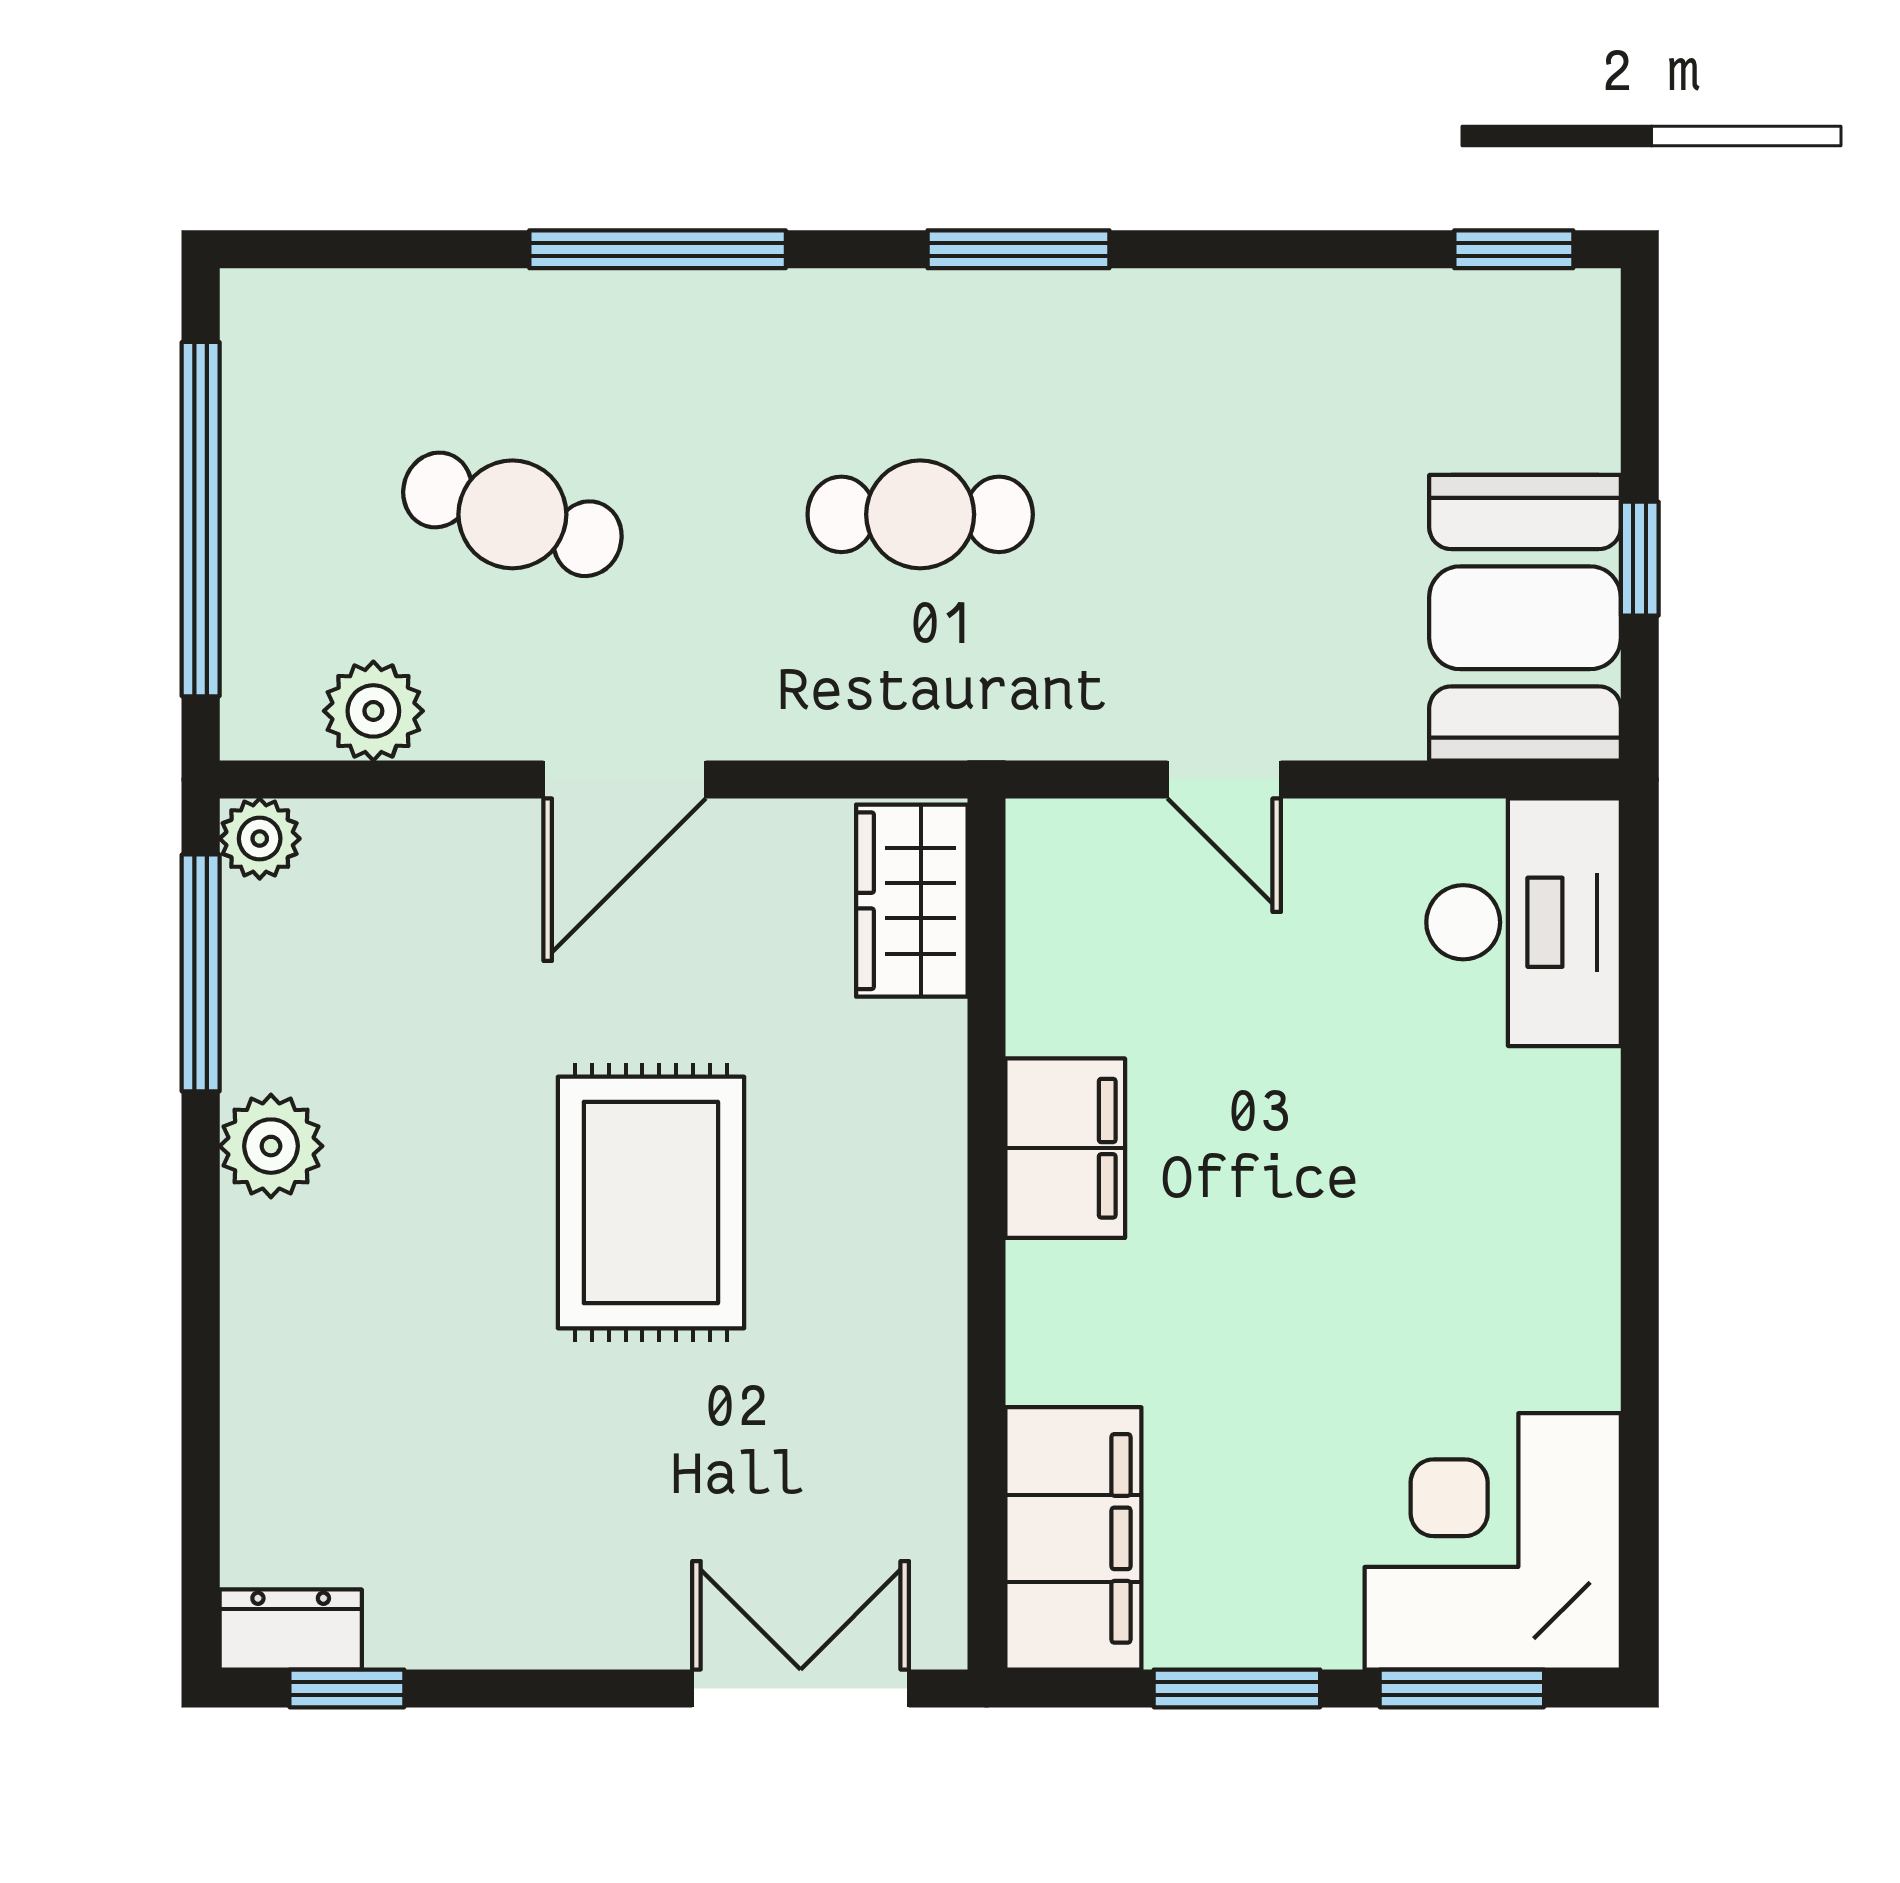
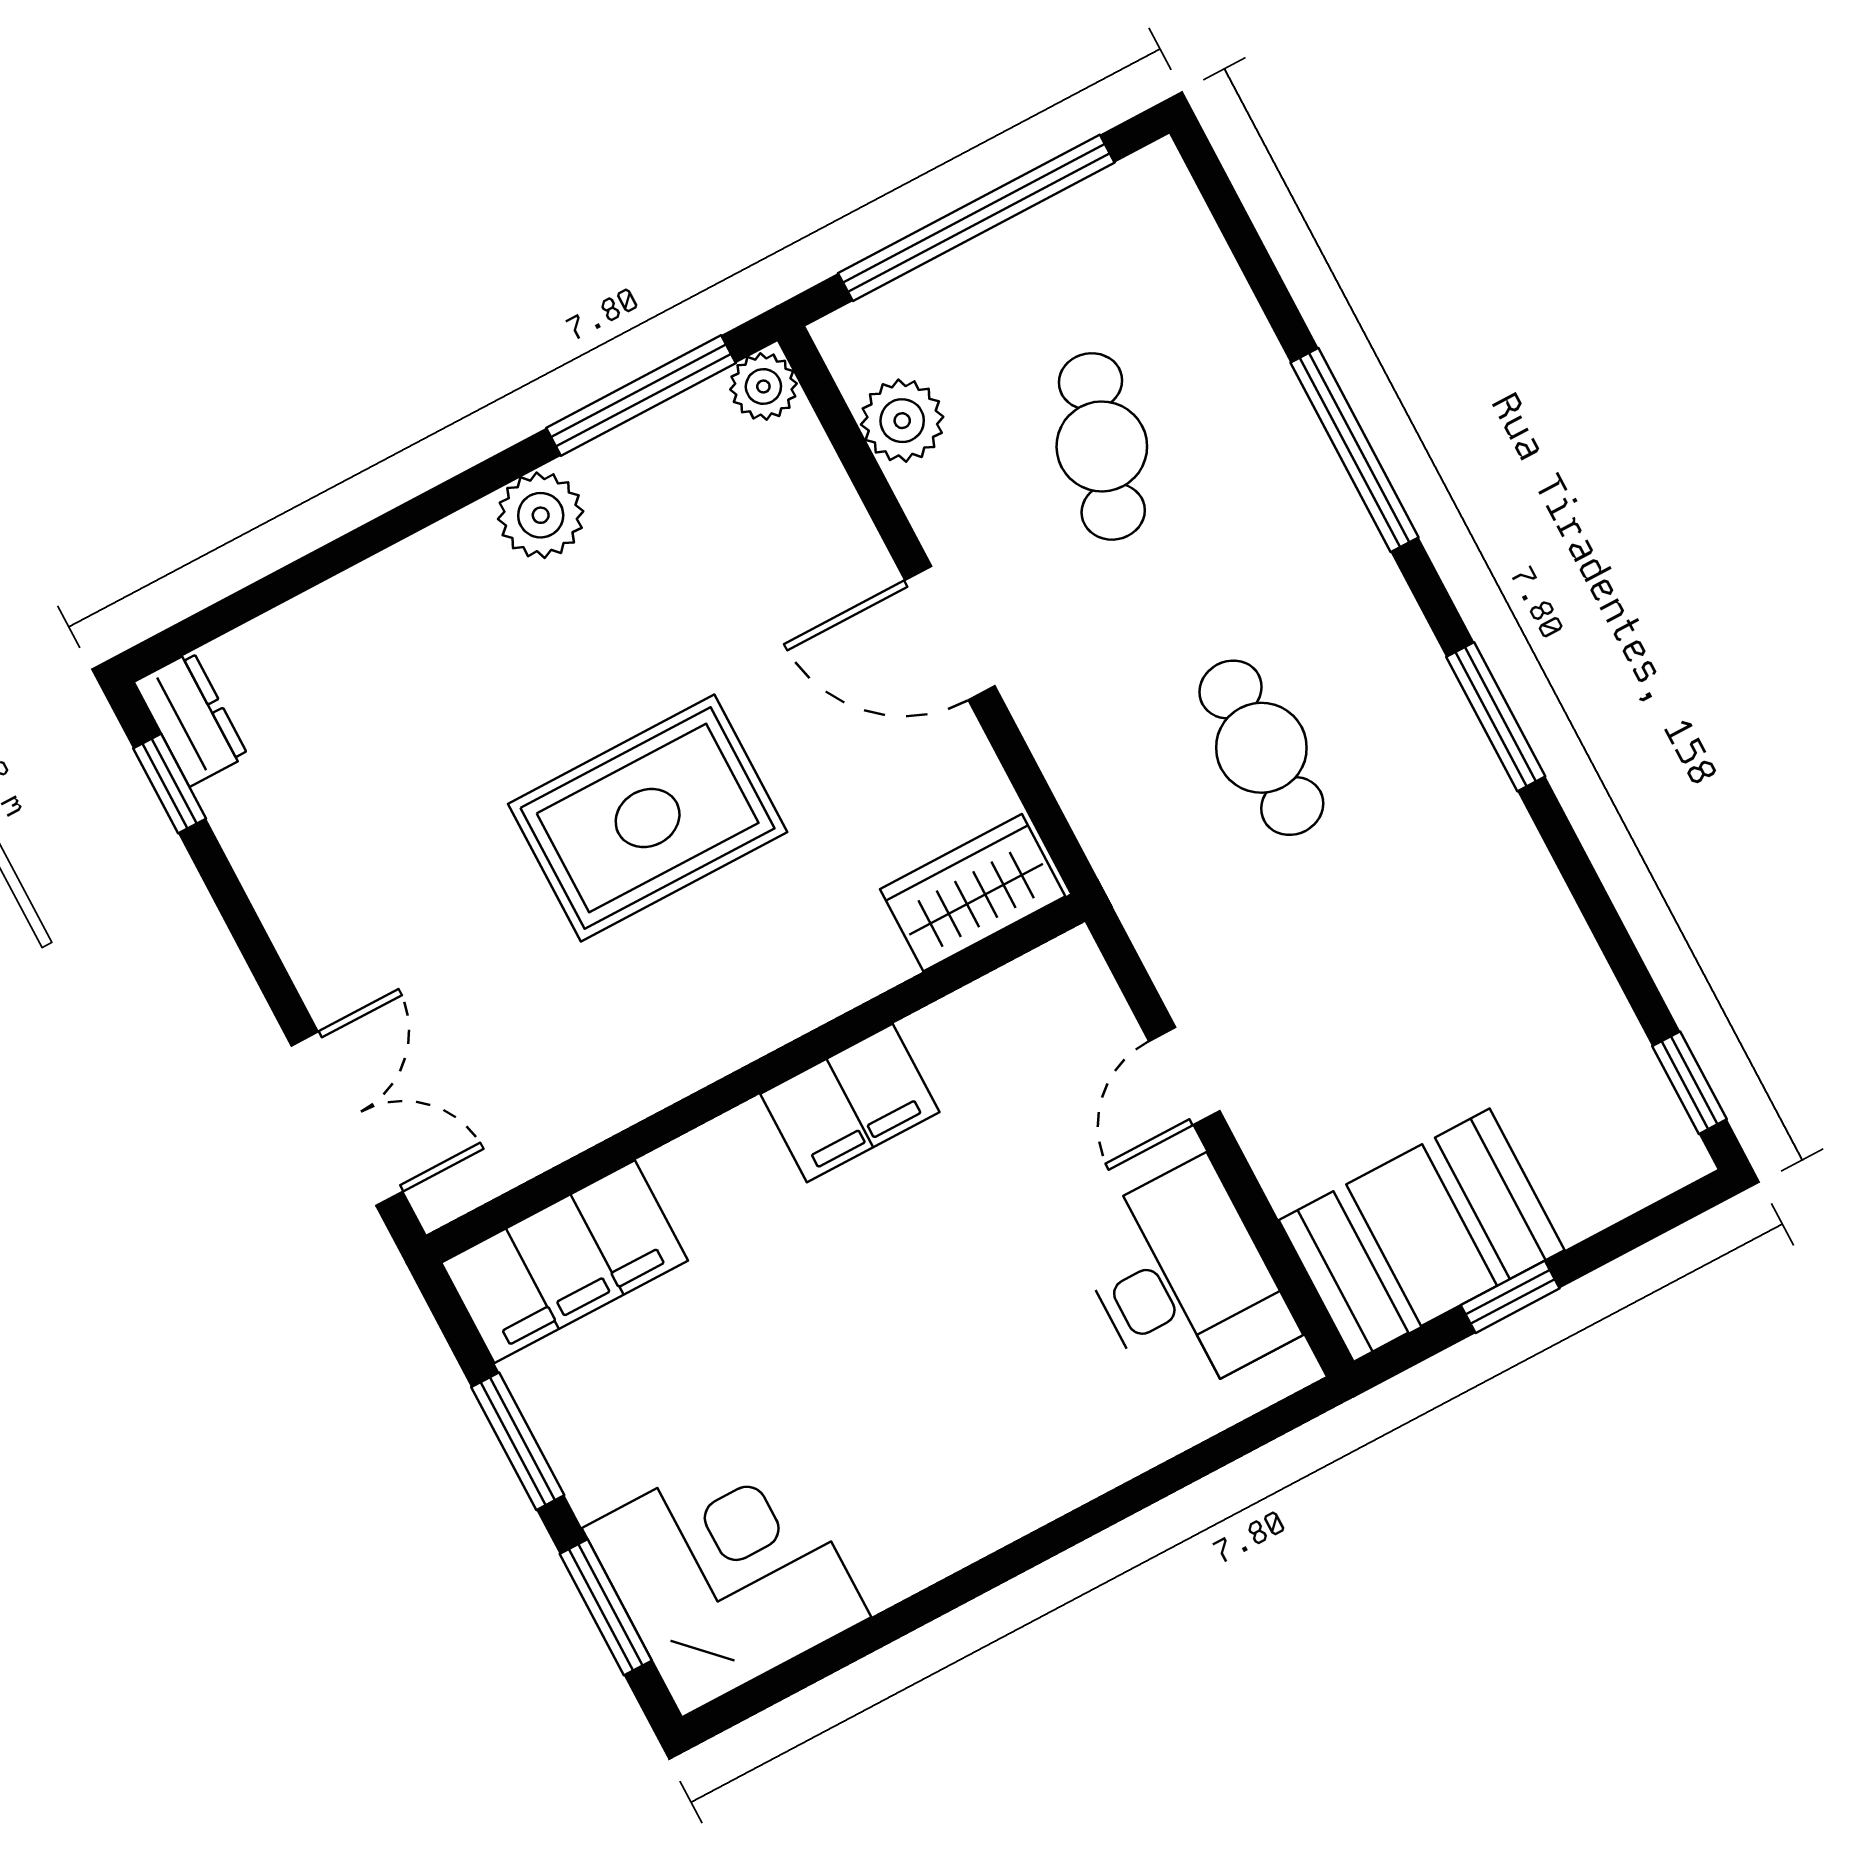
desk: (1524, 922) -> (1183, 1281), moved, turned -90

